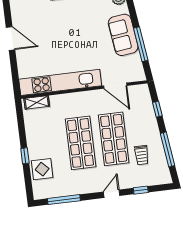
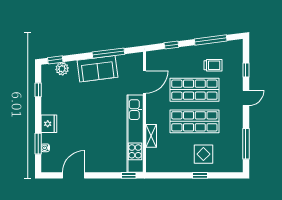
door: (11, 38) -> (73, 175), moved
window: (16, 81) -> (129, 175), added
shelving: (37, 102) -> (151, 136), moved
display table: (42, 169) -> (203, 154), moved
door: (112, 194) -> (246, 98), swing flipped

